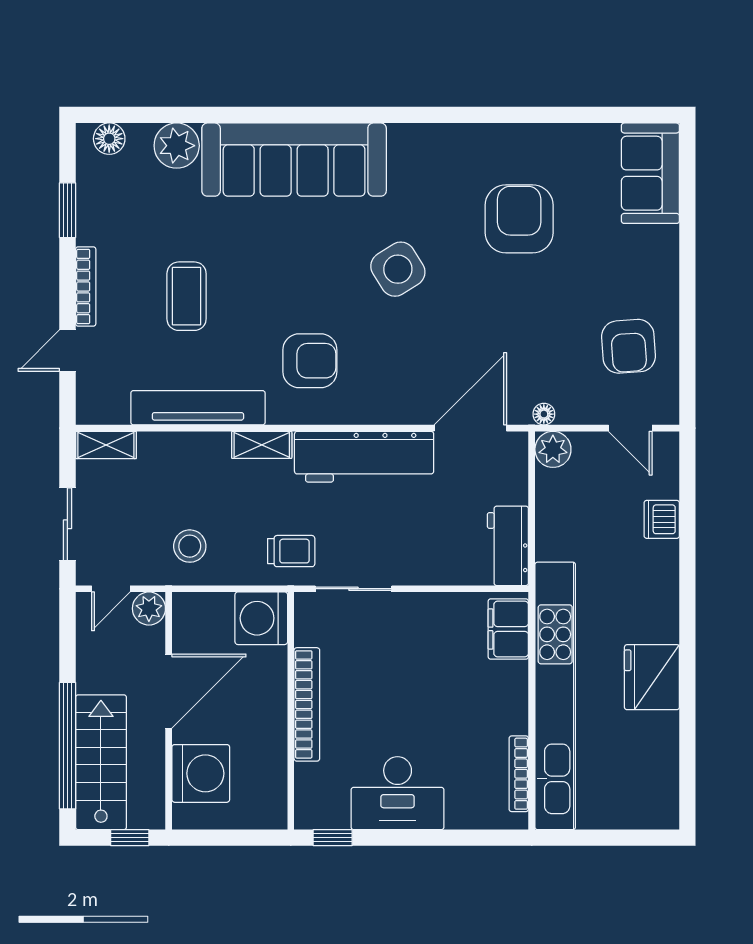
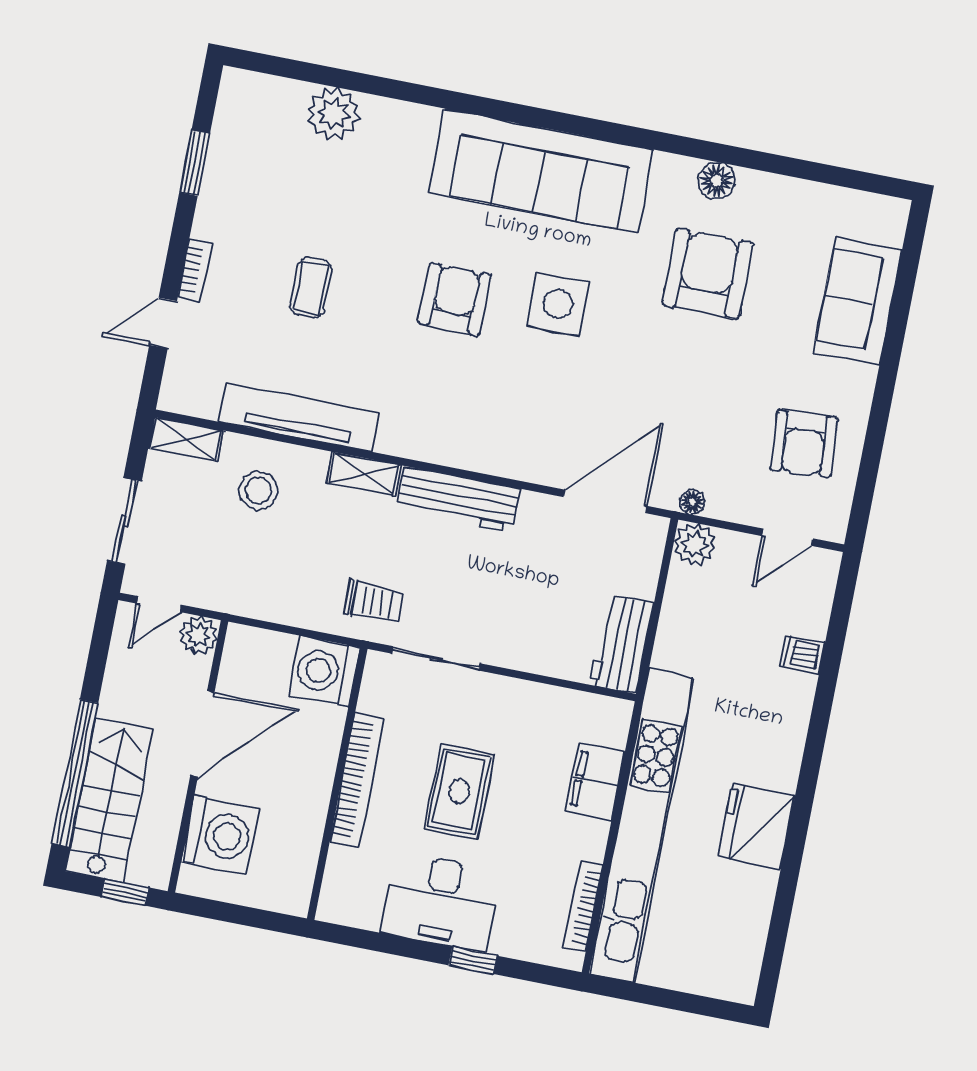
floor lamp: (109, 139) -> (717, 181), moved
sofa: (294, 160) -> (541, 171), moved
sofa: (650, 173) -> (858, 301), moved
side table: (398, 269) -> (558, 304), turned 32
bookcase: (86, 286) -> (195, 270), width x0.64
coffee table: (187, 296) -> (311, 288), width x0.73, depth x0.77
armchair: (310, 361) -> (455, 299), moved, turned -89
door: (630, 428) -> (788, 537), hinge flipped
workbench: (364, 457) -> (458, 499), width x0.73, depth x0.76
dishwasher: (662, 519) -> (802, 654), width x0.73
stool: (190, 546) -> (258, 490), moved
filing cabinet: (508, 629) -> (595, 781), moved
rug: (395, 697) -> (459, 791), added
window: (333, 838) -> (473, 960), moved

